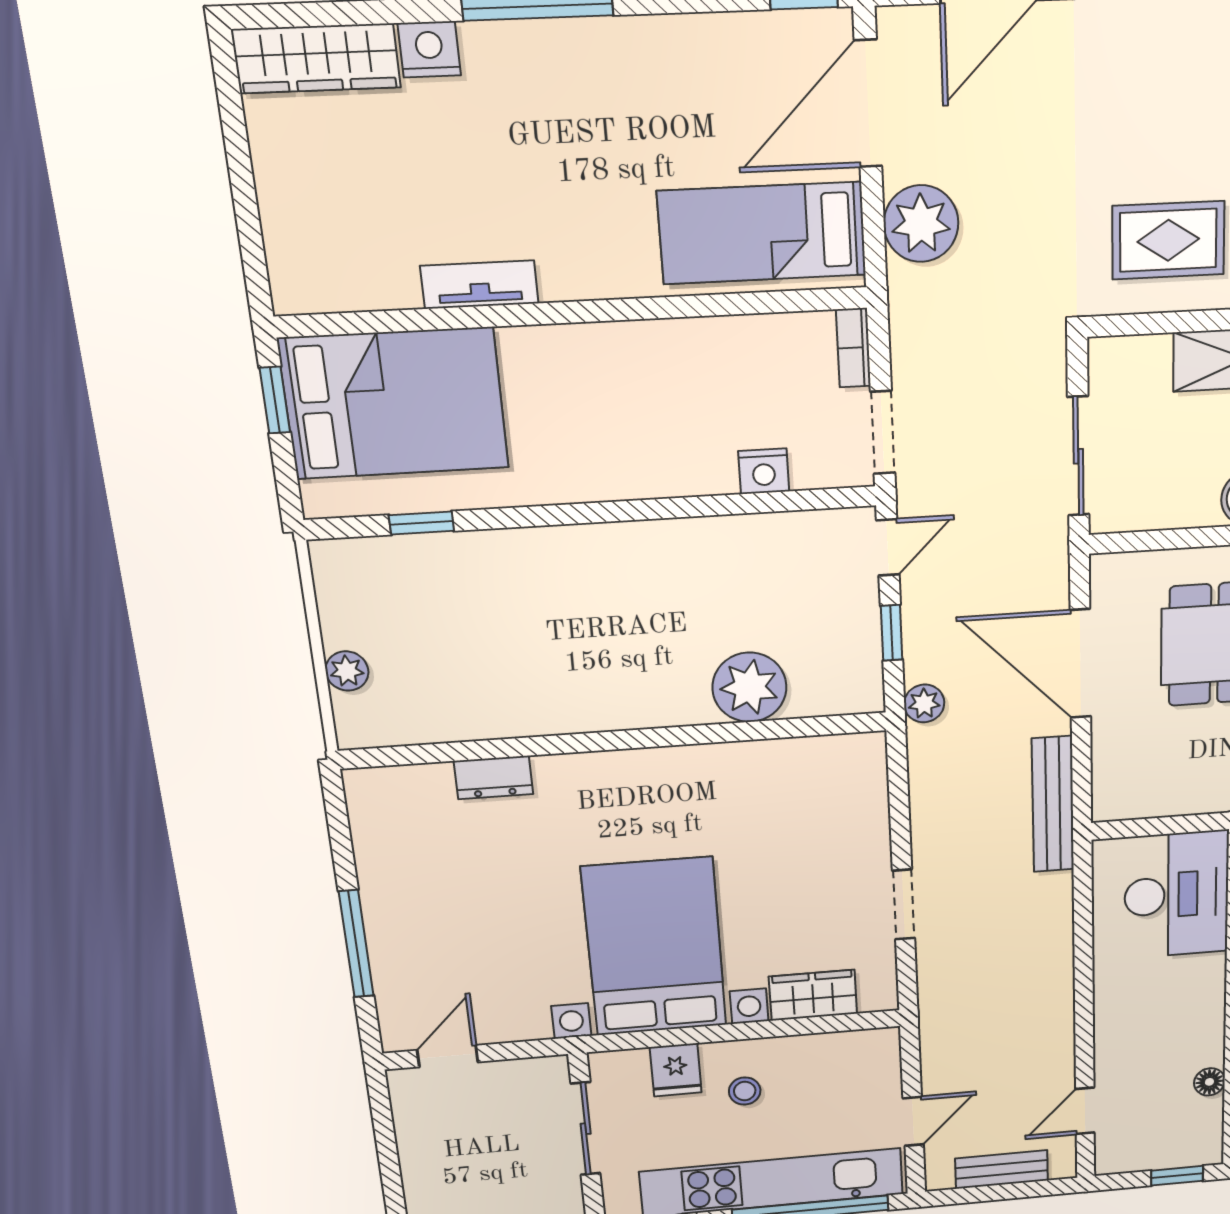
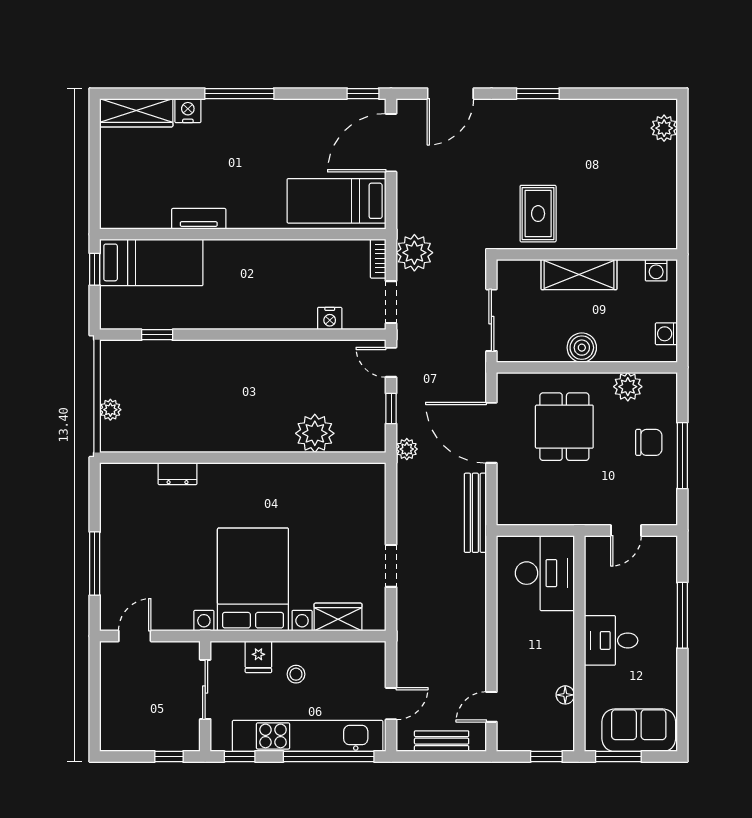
plant: (921, 224) -> (414, 253), moved
rug: (1168, 240) -> (538, 214), turned 90
bed: (394, 403) -> (151, 262), width x0.67
door: (888, 547) -> (391, 362), swing flipped

